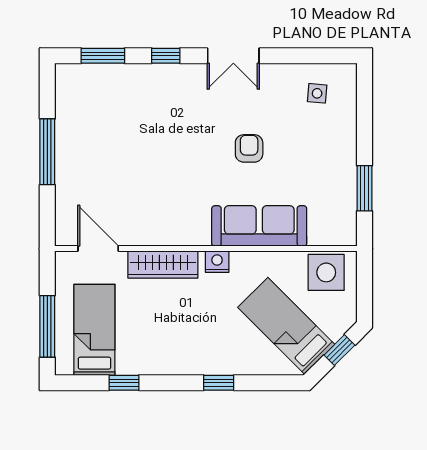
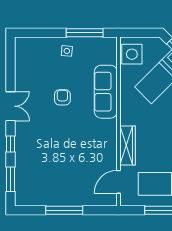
side table: (317, 93) -> (67, 51), moved
armchair: (249, 148) -> (62, 97), turned 90
window: (365, 188) -> (85, 33), width x1.44
nightstand: (217, 262) -> (126, 115), removed

